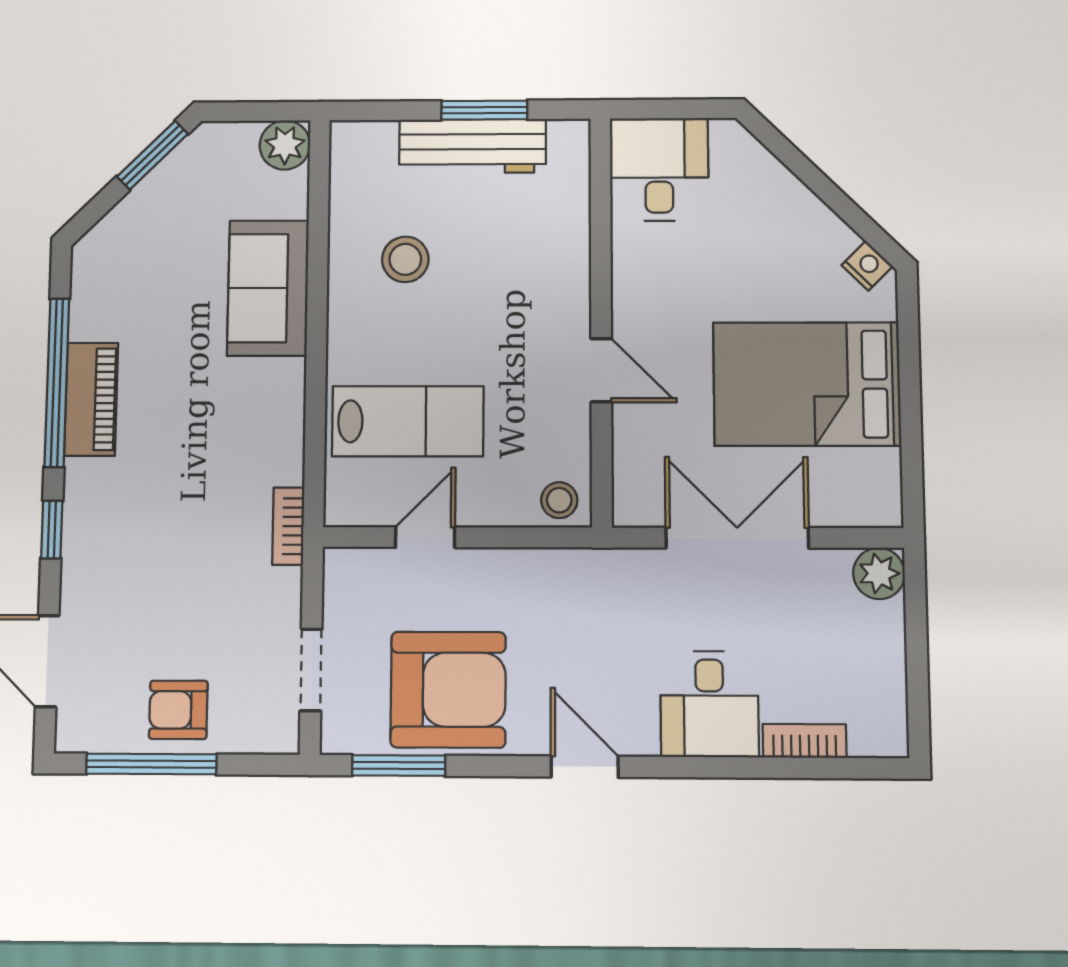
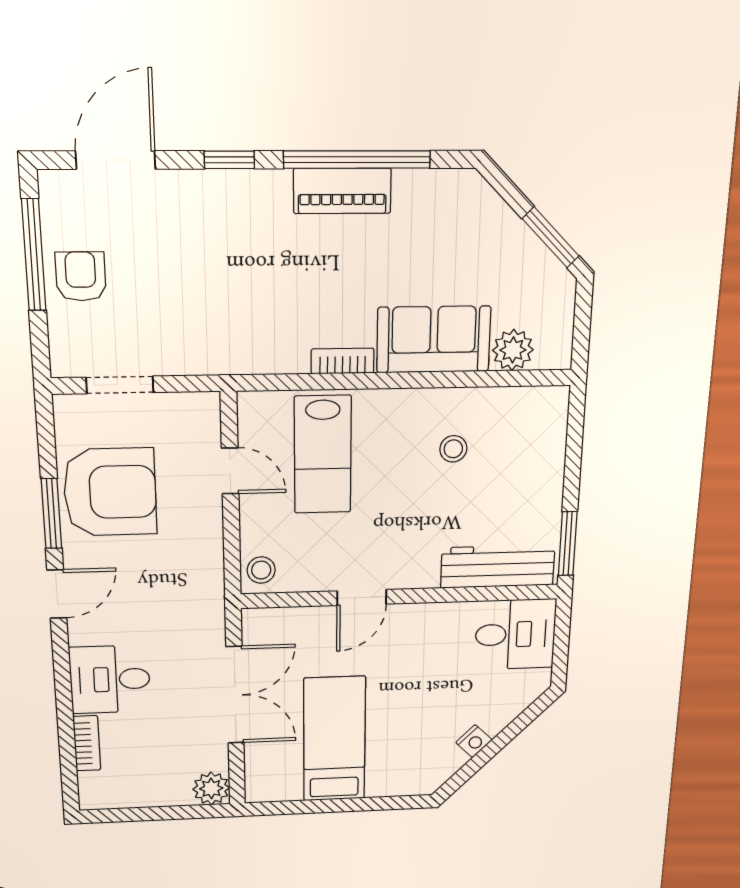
window: (484, 110) -> (568, 544), moved
plant: (285, 145) -> (513, 350), moved
workbench: (473, 146) -> (498, 566), moved, turned 90
stool: (405, 259) -> (453, 449), width x0.73, depth x0.73
nightstand: (867, 266) -> (474, 741), moved
bed: (807, 384) -> (334, 739), width x0.67
bookcase: (288, 526) -> (343, 361), moved
armchair: (448, 690) -> (110, 492), turned -90
window: (399, 766) -> (51, 514), moved

